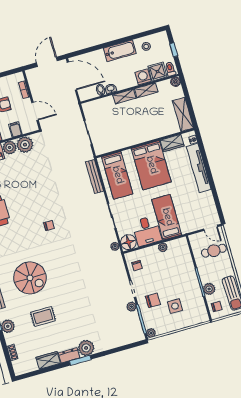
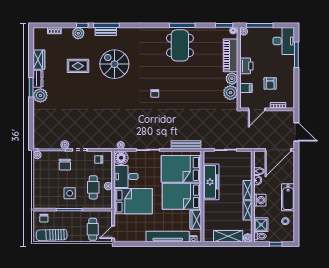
washing machine: (143, 77) -> (260, 200), moved
shelving: (183, 114) -> (228, 236), moved
freezer: (127, 138) -> (211, 182), added
bed: (117, 175) -> (181, 169), width x1.50
bed: (167, 217) -> (133, 201), width x1.50
cafe table: (169, 263) -> (93, 187), added
spiral stairs: (30, 278) -> (114, 64), turned 90
plant: (209, 289) -> (61, 216), removed
side table: (175, 306) -> (70, 193), moved
rug: (43, 317) -> (78, 66), turned 90

